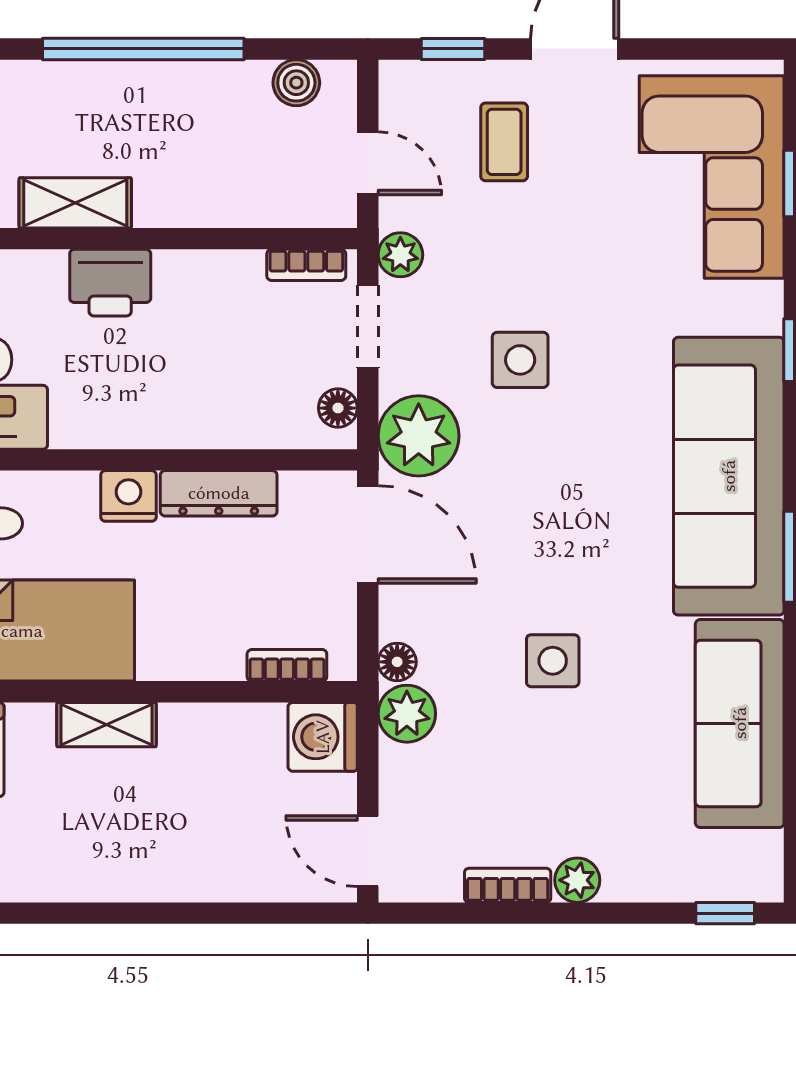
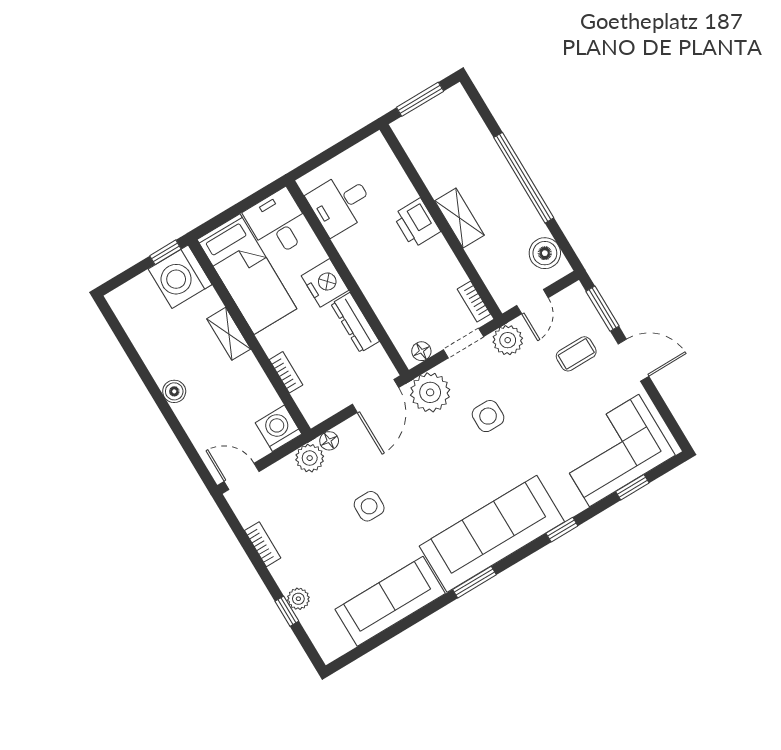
window: (453, 49) -> (602, 309), width x1.50
boiler: (296, 83) -> (545, 253), width x1.36, depth x1.36
shelving: (75, 203) -> (459, 218), moved
plant: (400, 255) -> (508, 340), width x1.38, depth x1.38
nightstand: (129, 496) -> (325, 283), width x1.36, depth x1.33
bookcase: (287, 665) -> (286, 372), moved
door: (368, 851) -> (242, 476), hinge flipped
boiler: (150, 879) -> (174, 391), added
plant: (577, 880) -> (298, 599), moved
window: (725, 913) -> (287, 611), moved

